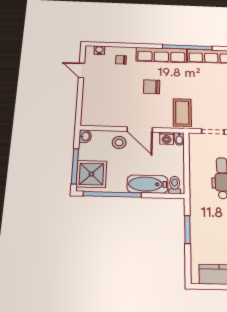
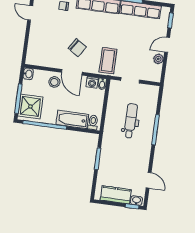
chair: (152, 87) -> (77, 48), moved, turned -147

